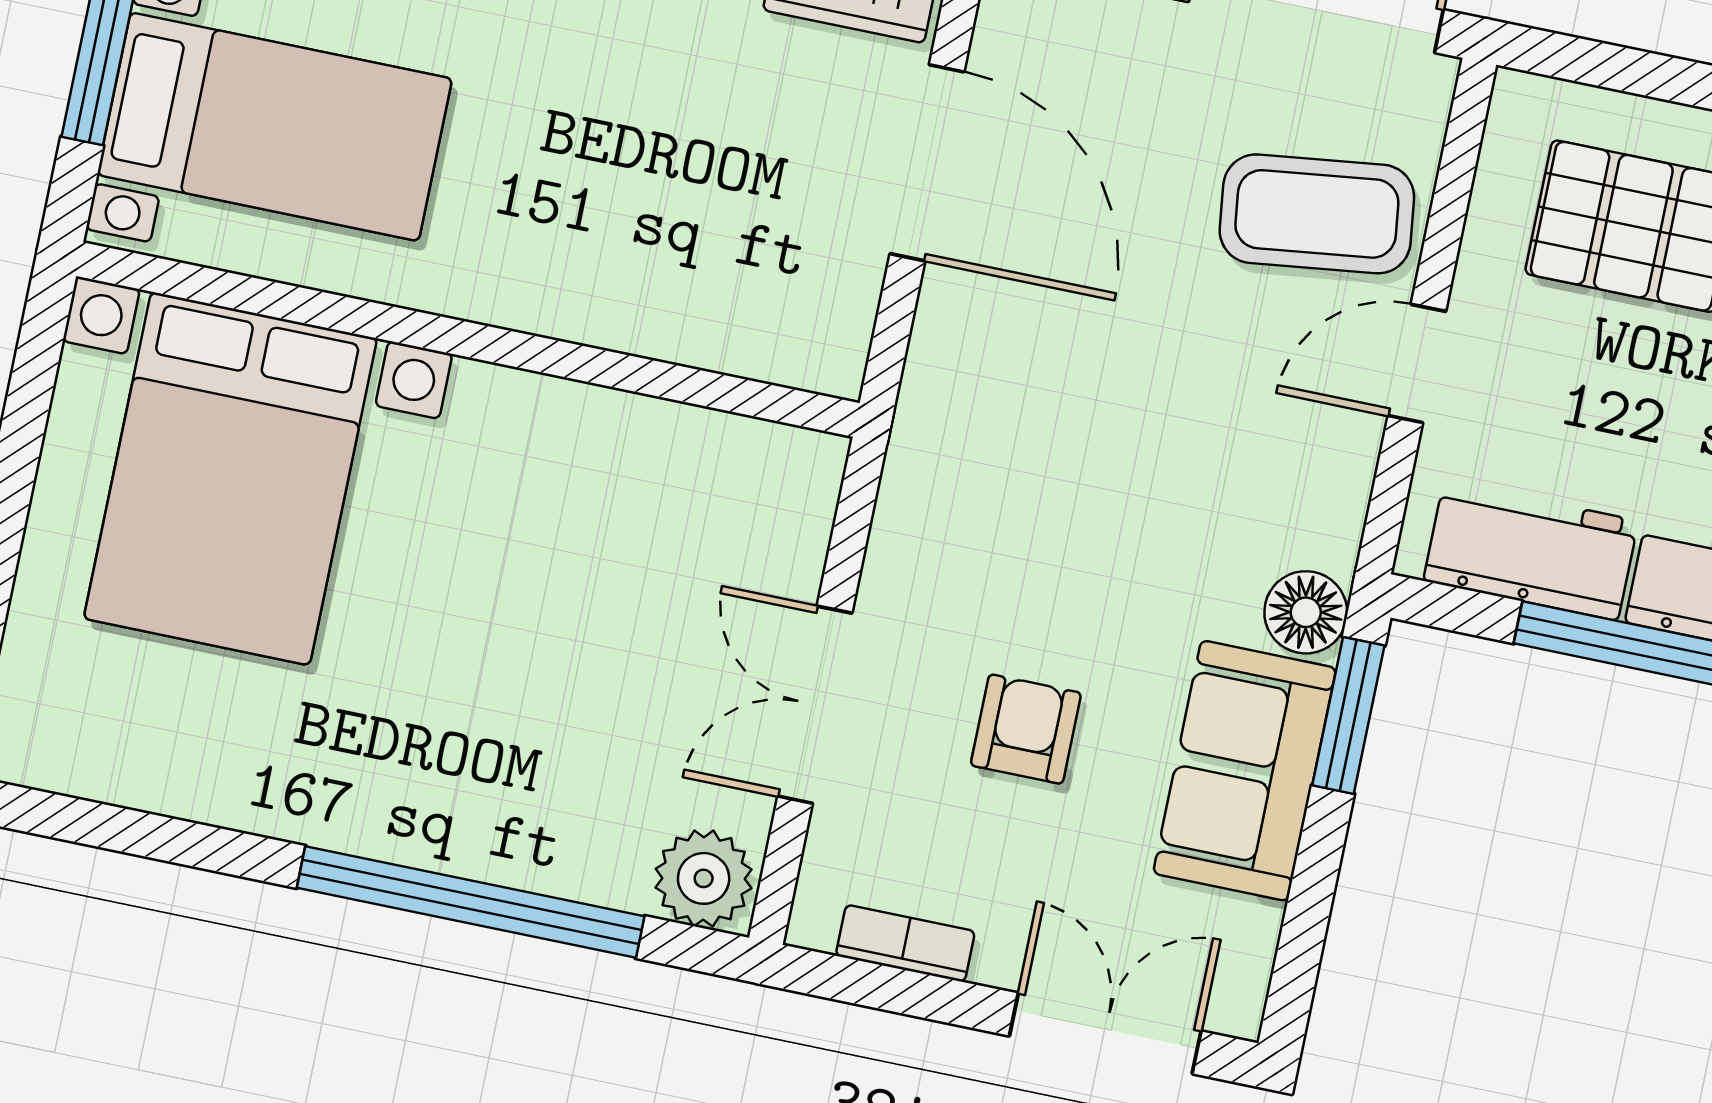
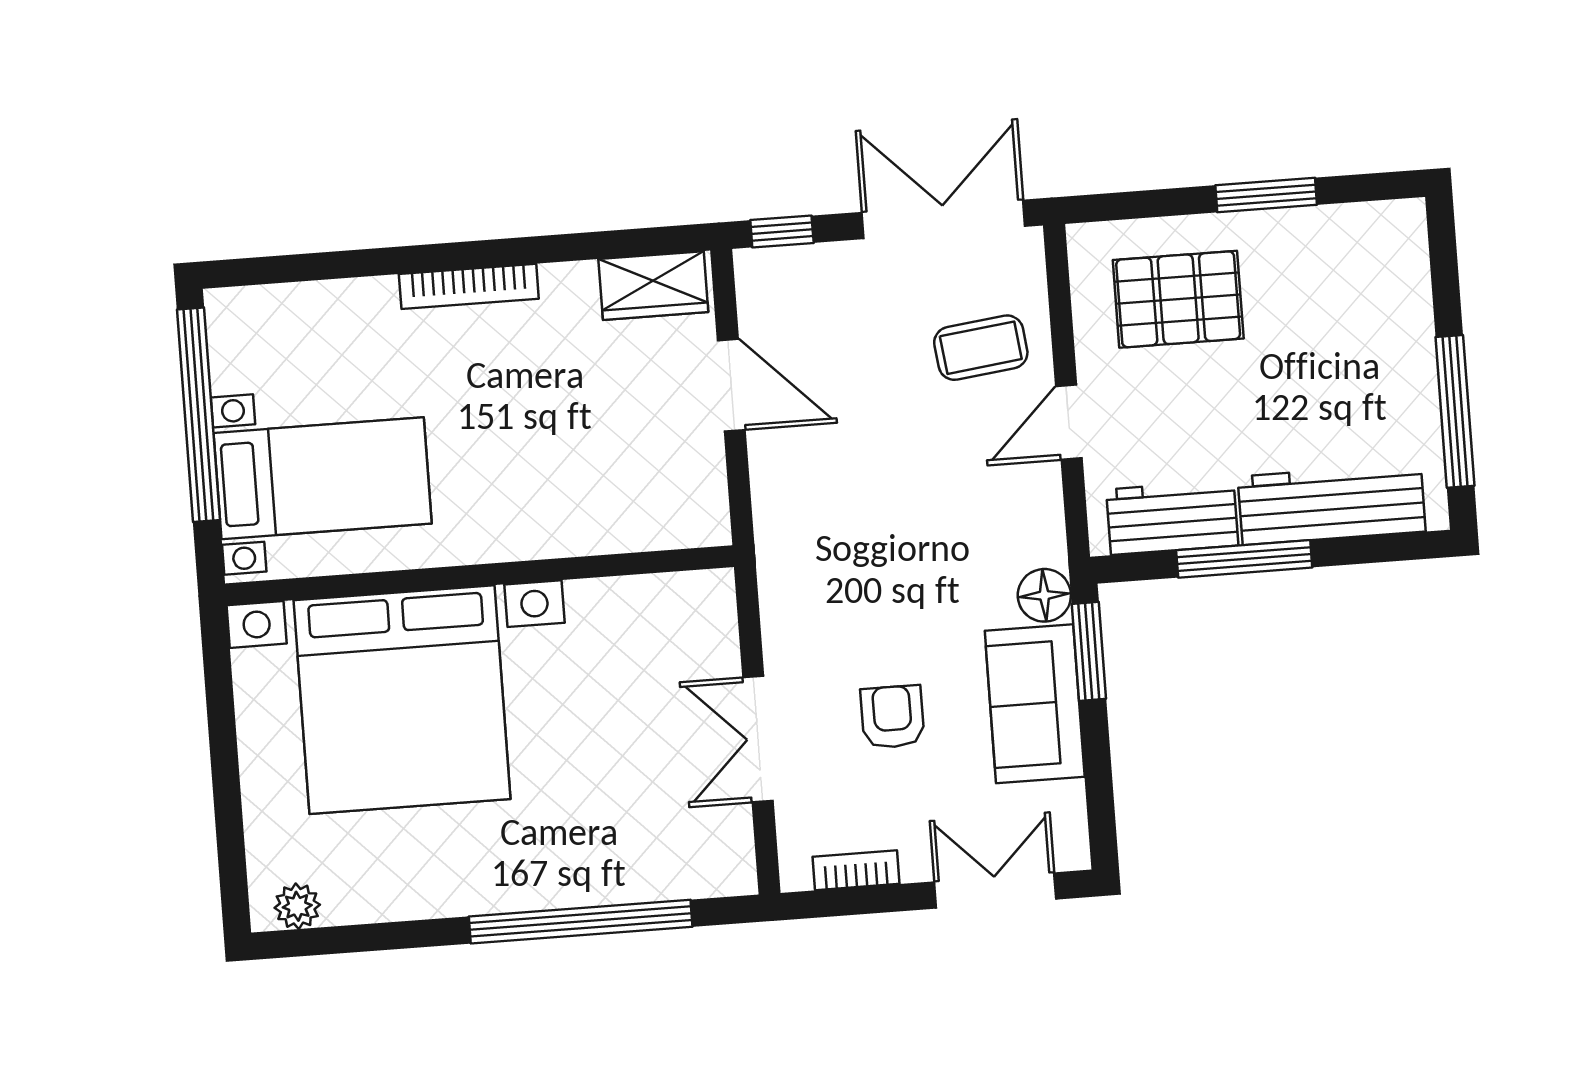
door: (927, 163) -> (731, 385), width x0.73
coffee table: (1317, 214) -> (981, 348), width x0.73, depth x0.77
bed with nightstands: (230, 479) -> (402, 700), width x1.36
plant: (704, 878) -> (297, 906), moved, width x0.73, depth x0.73

